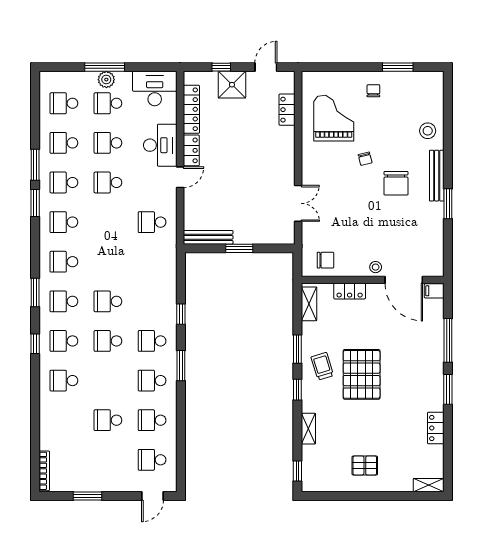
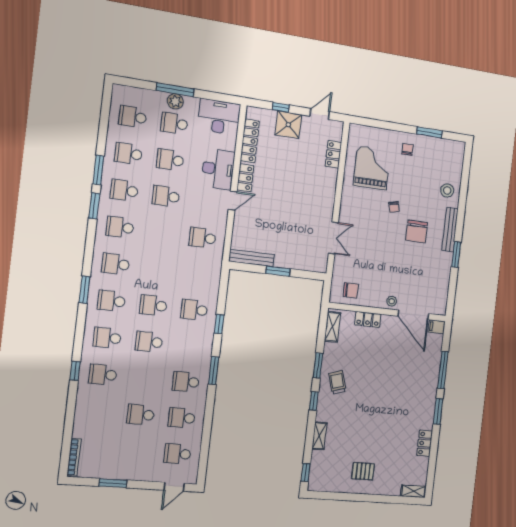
school desk: (152, 341) -> (194, 310), moved
window: (35, 344) -> (75, 371), moved
pallet: (362, 374) -> (369, 392), removed

